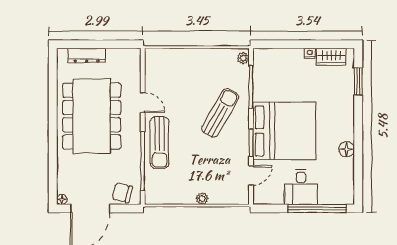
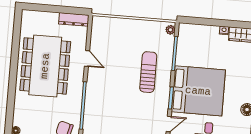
dresser: (87, 55) -> (74, 19), moved
sun lounger: (220, 113) -> (148, 72), turned -30
sun lounger: (159, 143) -> (98, 92), removed

